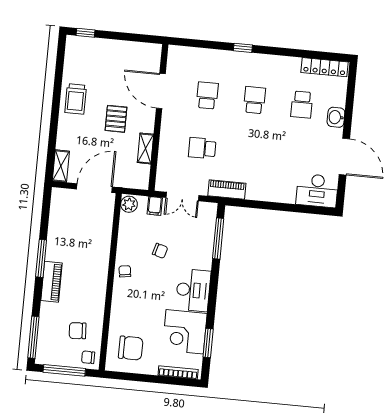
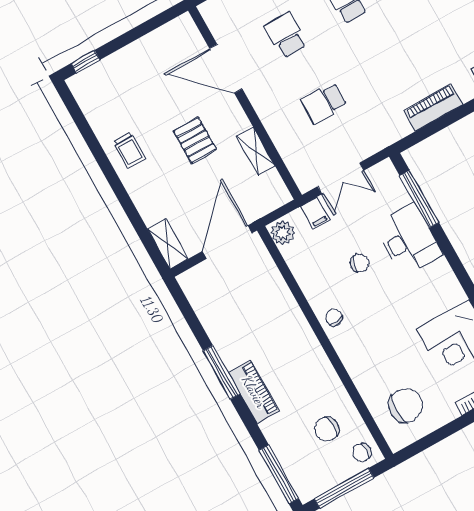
trolley: (76, 99) -> (129, 150), width x0.73, depth x0.72
piano: (227, 189) -> (433, 107), moved
desk: (193, 290) -> (408, 240), moved

